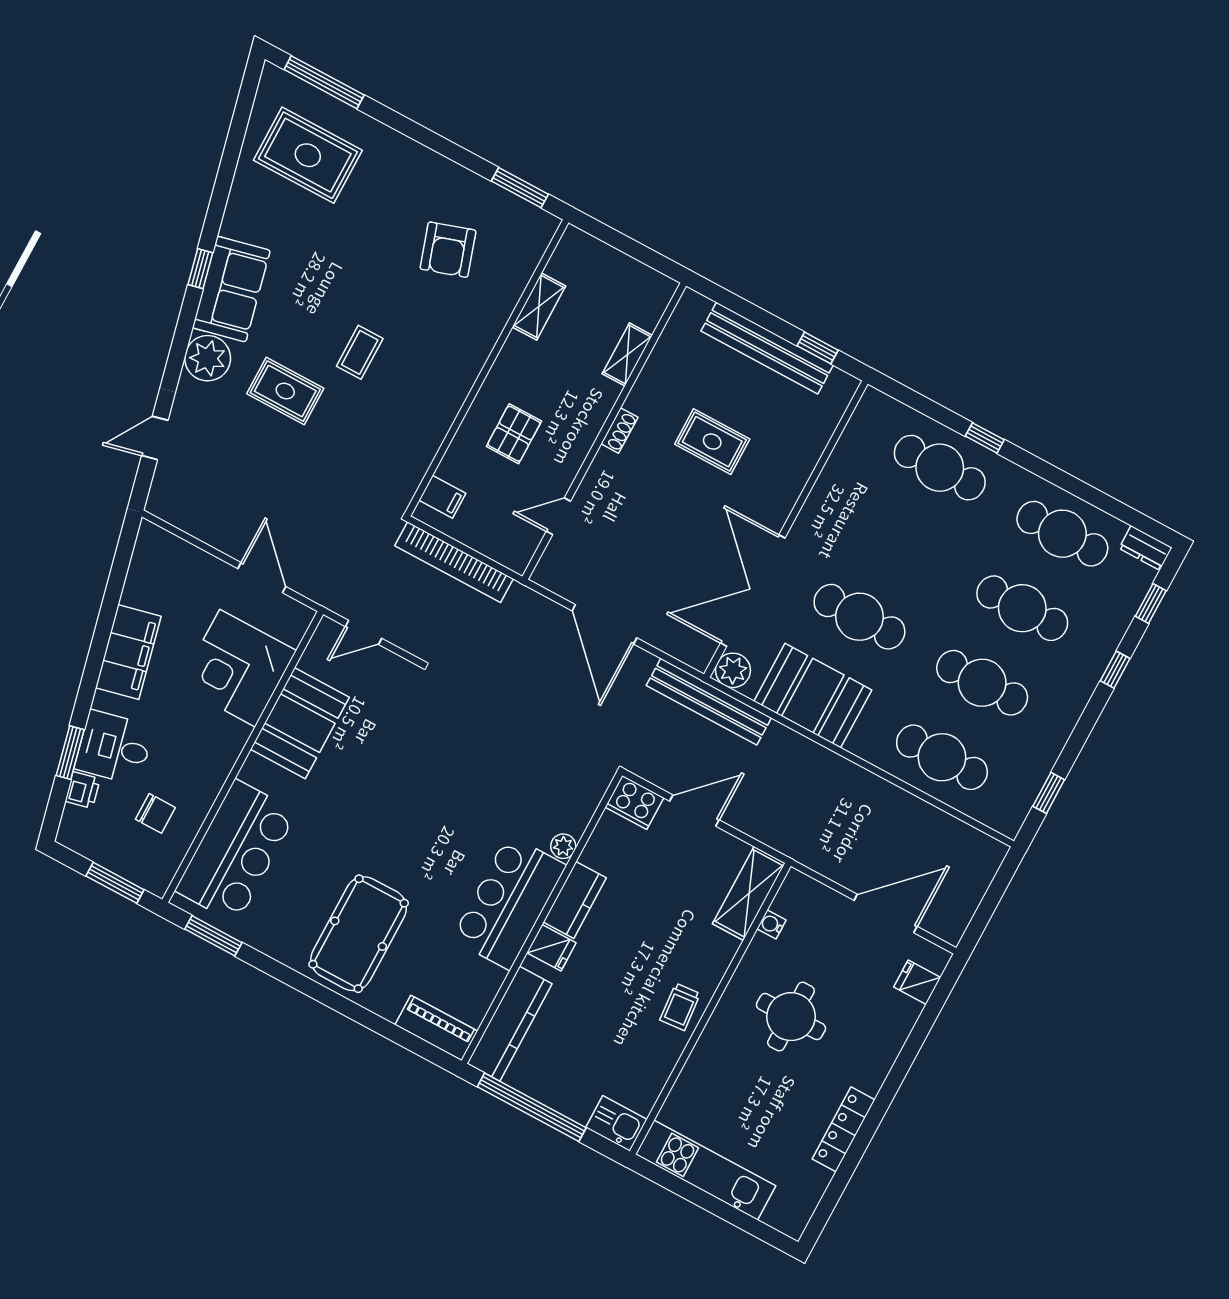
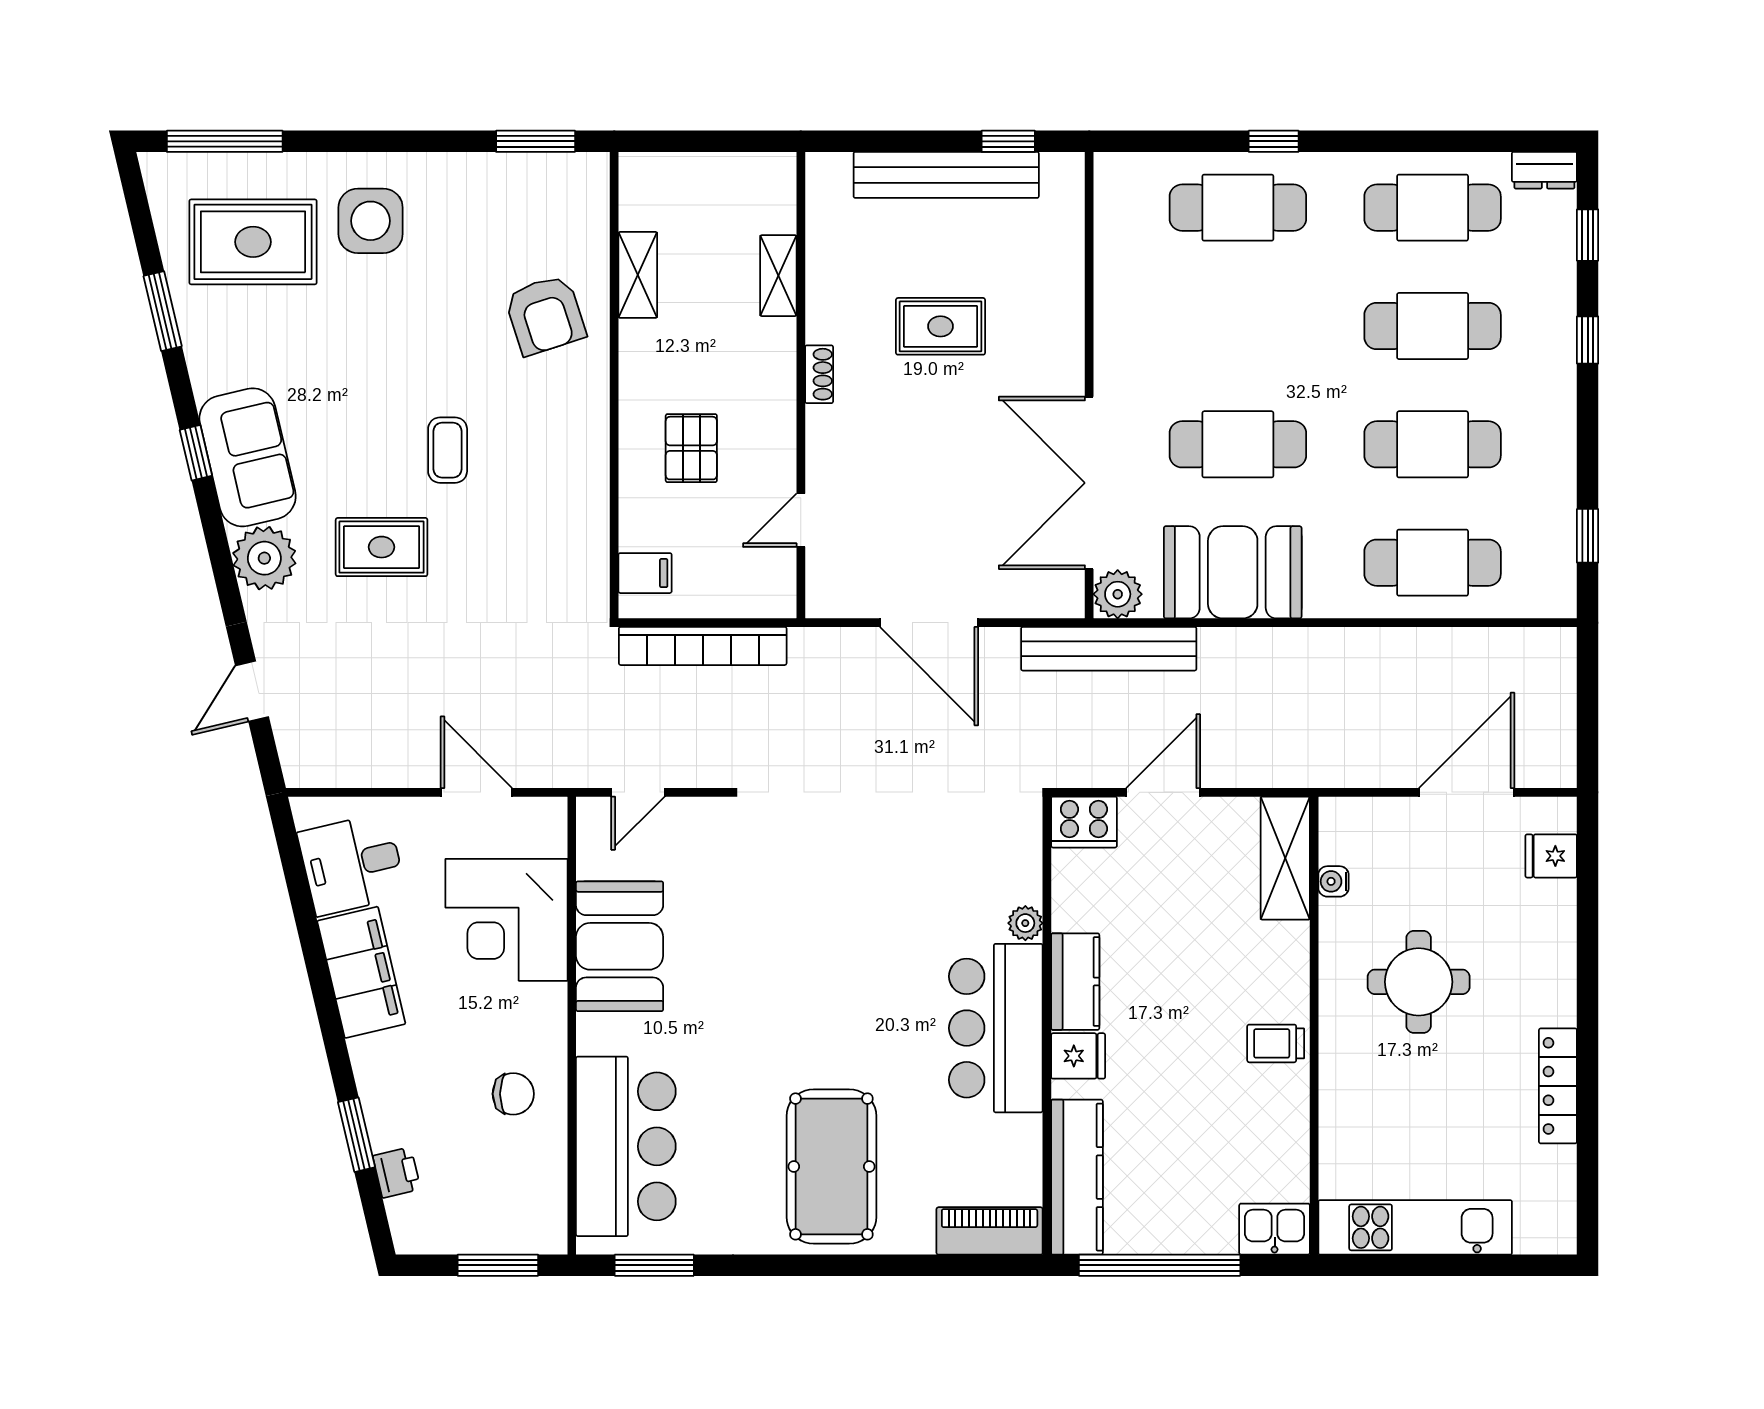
window: (227, 168) -> (163, 311), added
side table: (389, 182) -> (371, 221), added
armchair: (448, 250) -> (545, 315), moved
desk: (114, 748) -> (352, 864), moved
chair: (155, 813) -> (513, 1094), moved
trolley: (680, 1007) -> (1276, 1043), turned 95

